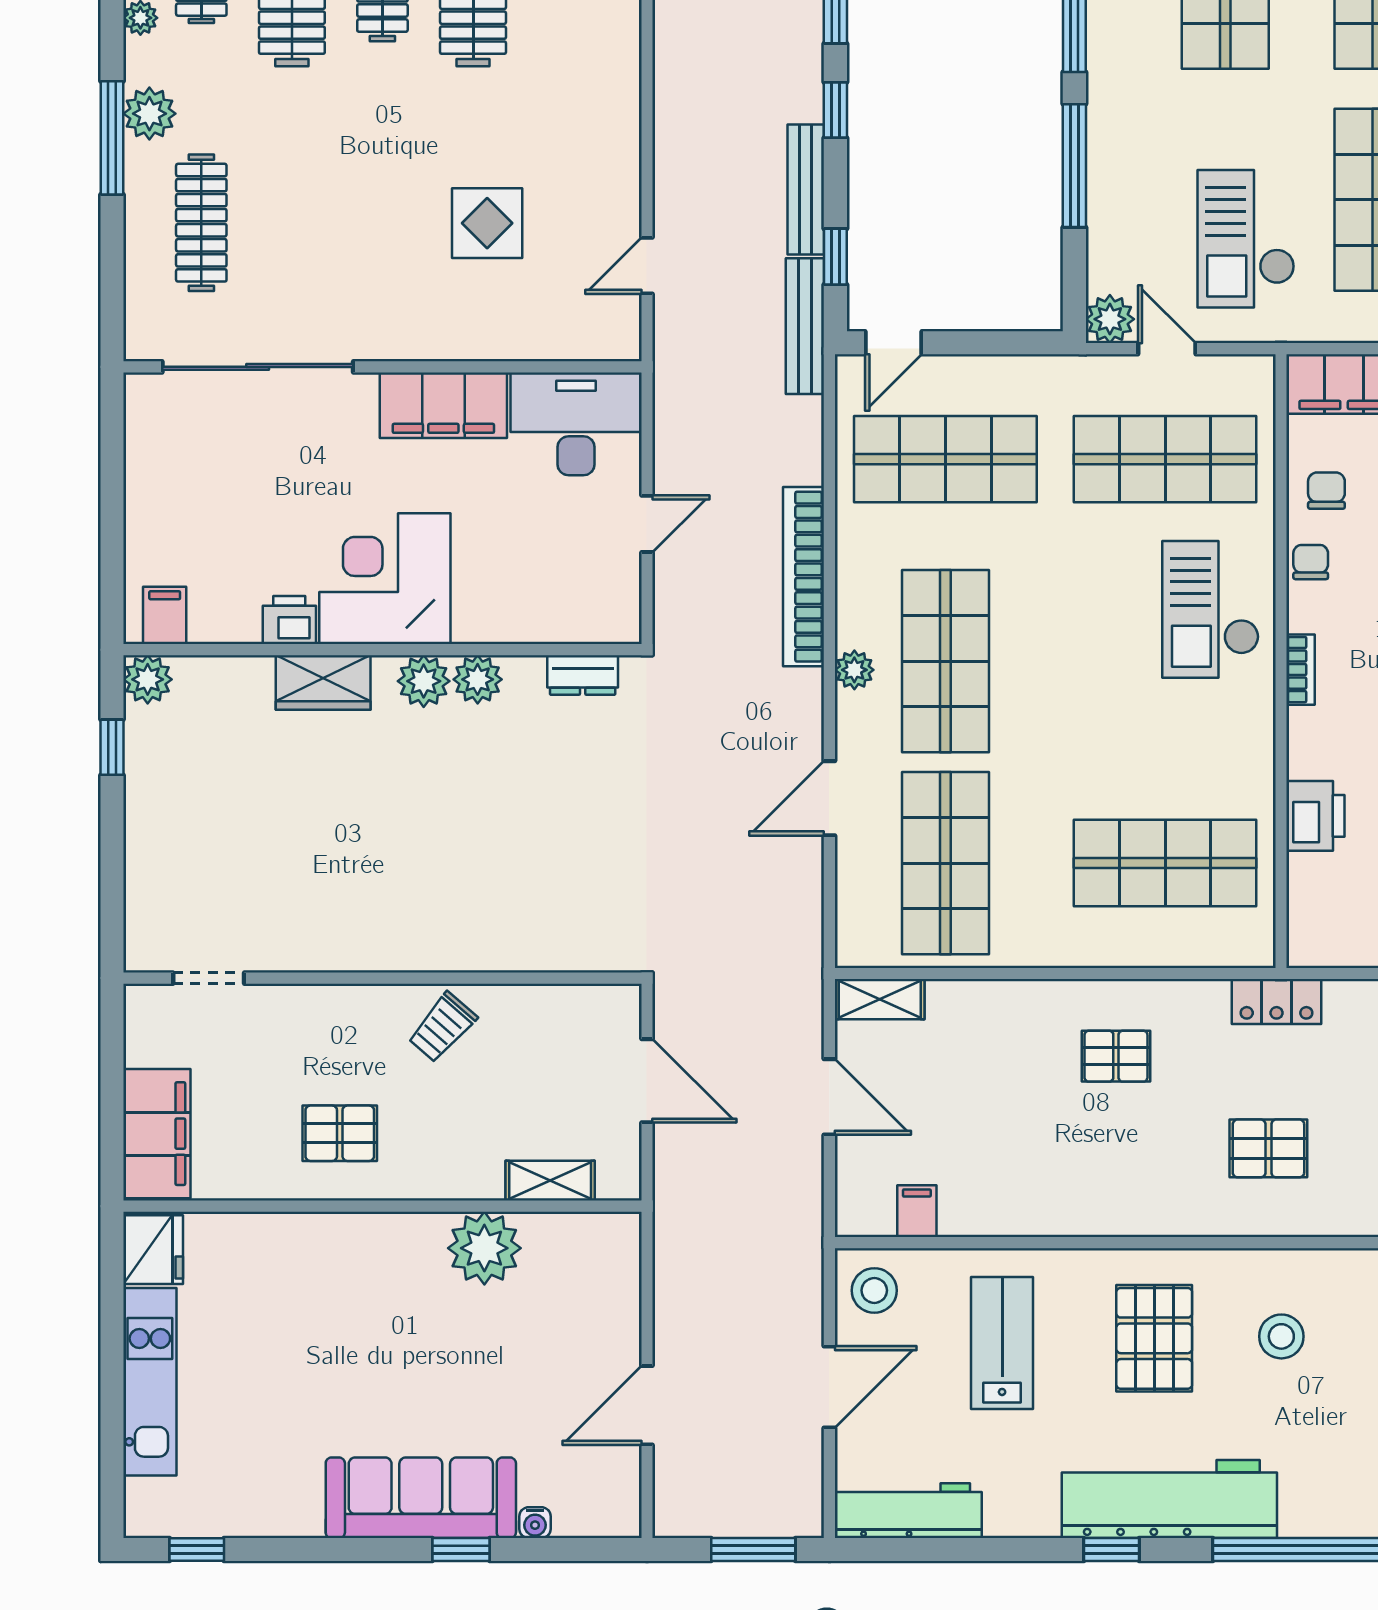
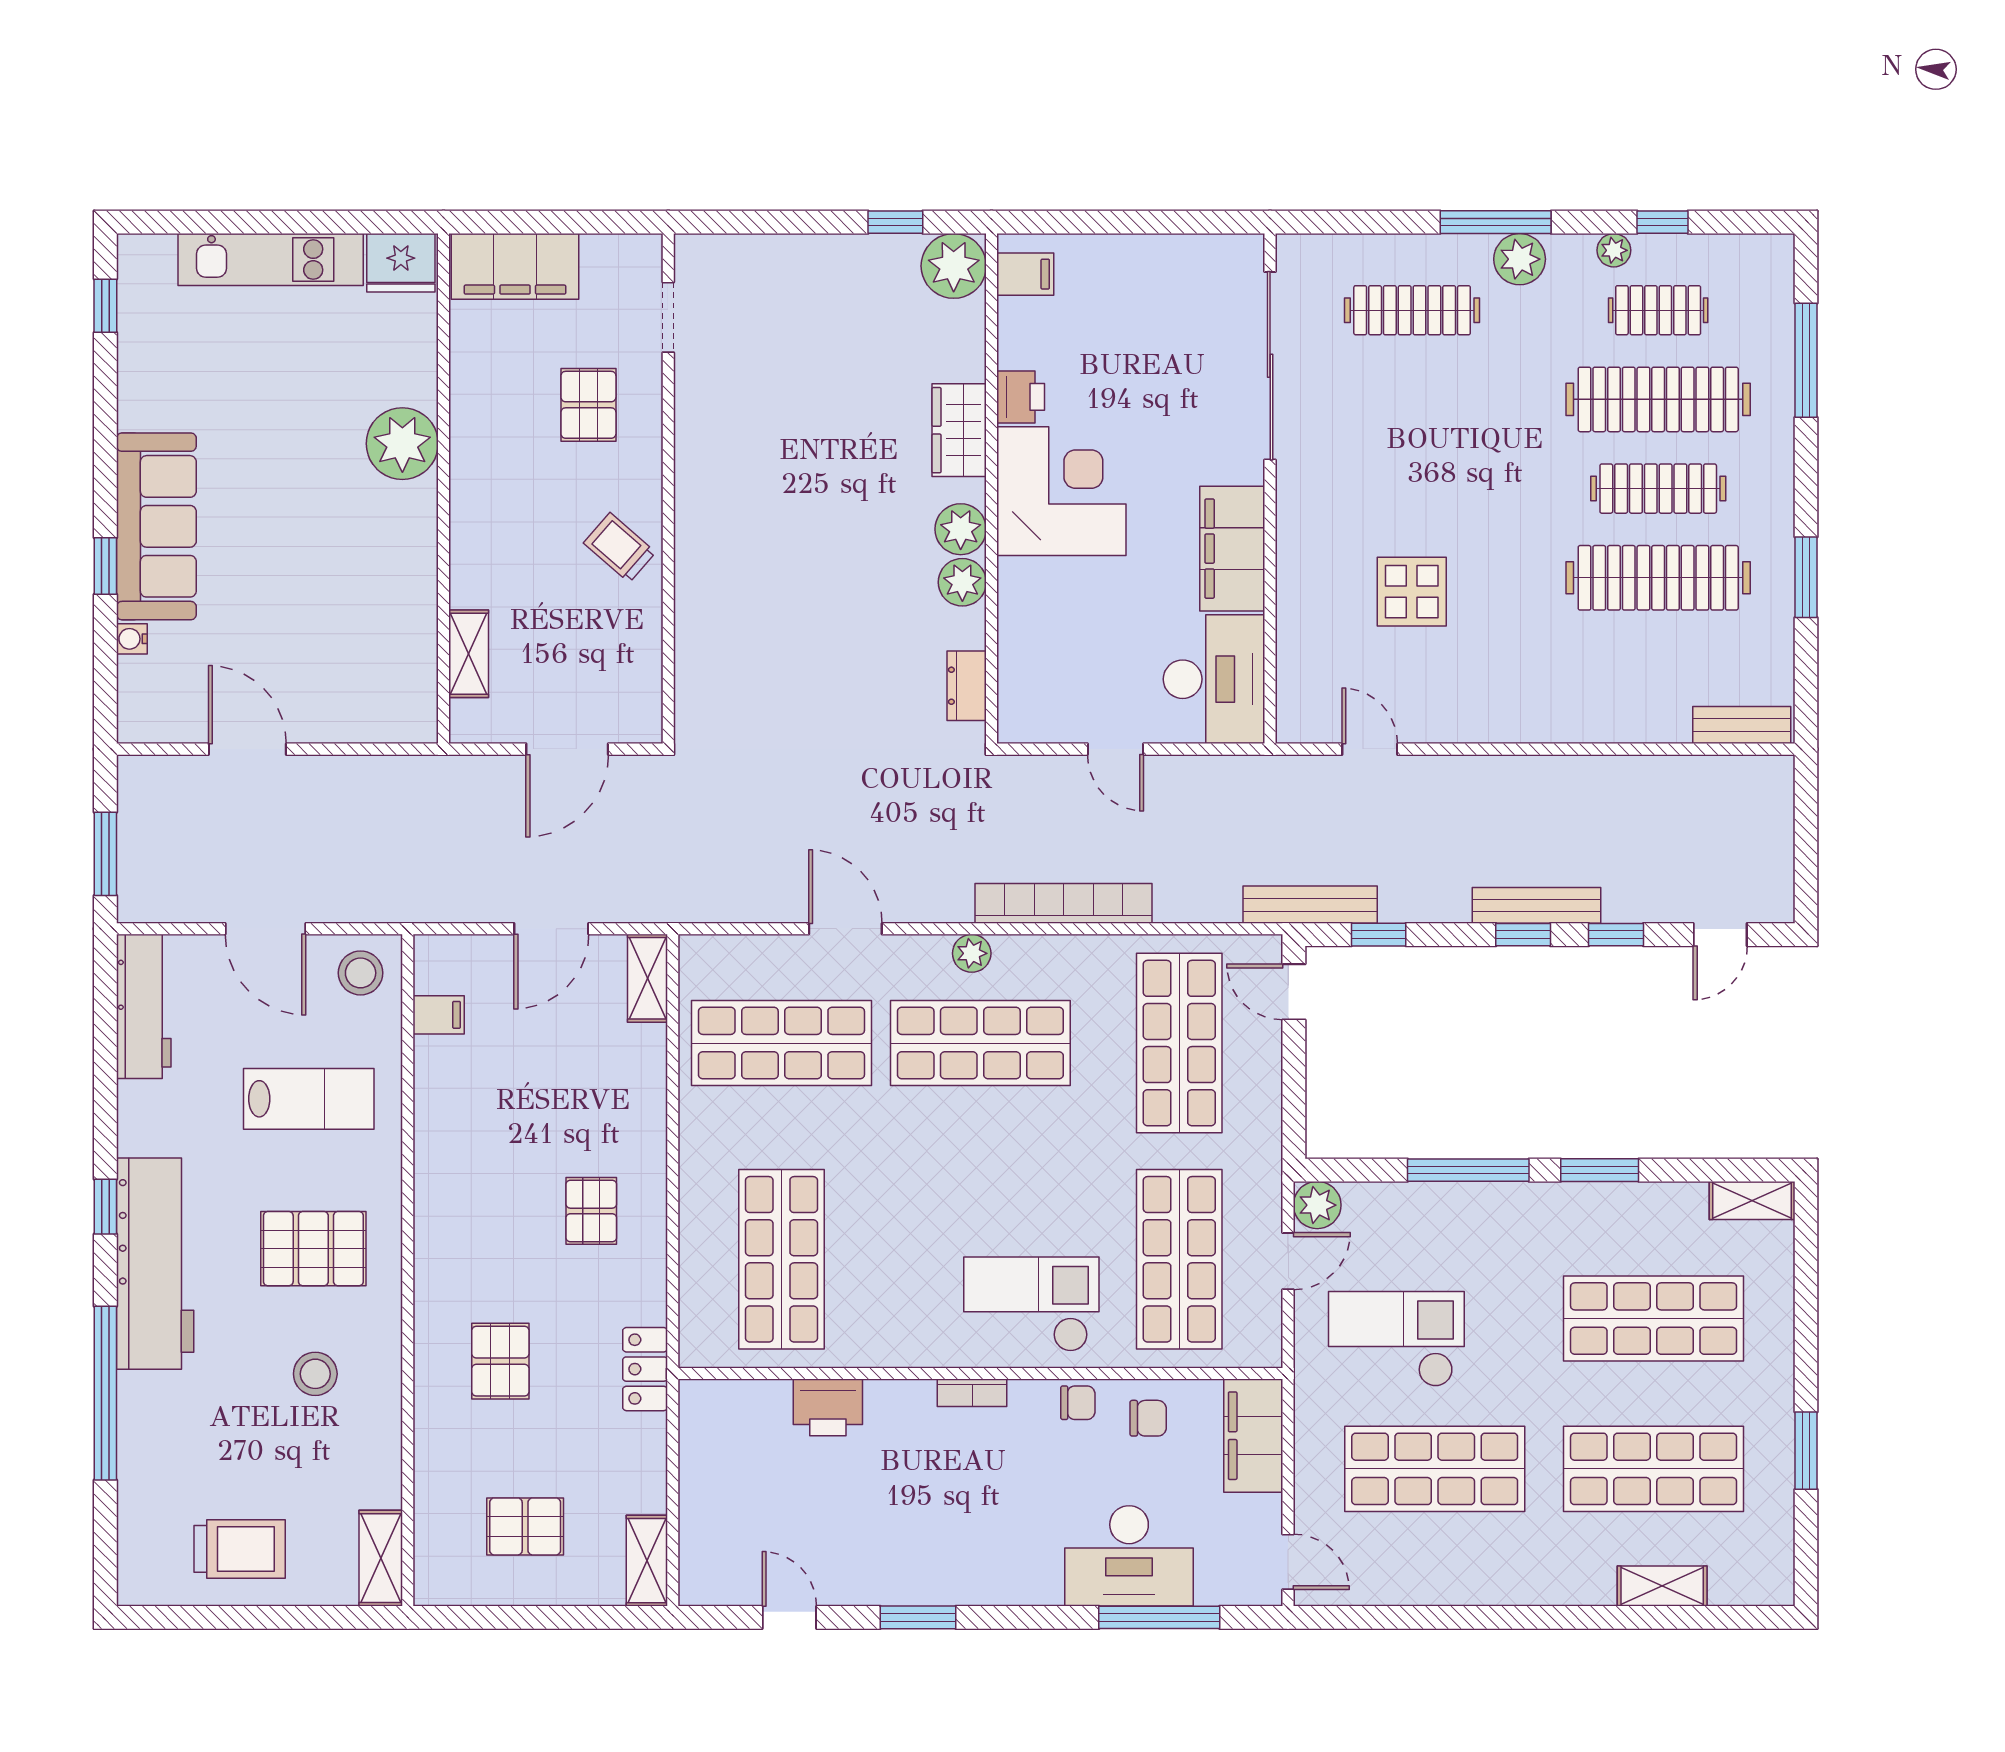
bench: (806, 189) -> (1536, 905), moved
plant: (148, 679) -> (954, 266), width x1.36, depth x1.36
pallet: (340, 1133) -> (588, 405), moved
plant: (484, 1248) -> (402, 444), moved

